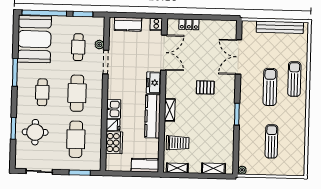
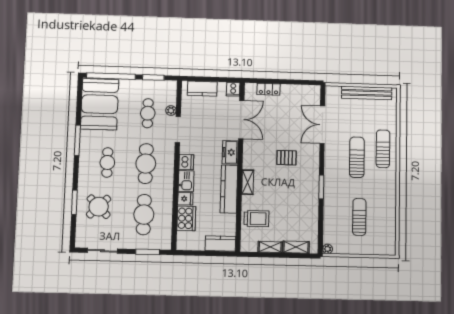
dishwasher: (114, 92) -> (186, 162), added
round table: (35, 132) -> (99, 207), turned 45
shelving: (177, 168) -> (270, 247), moved

